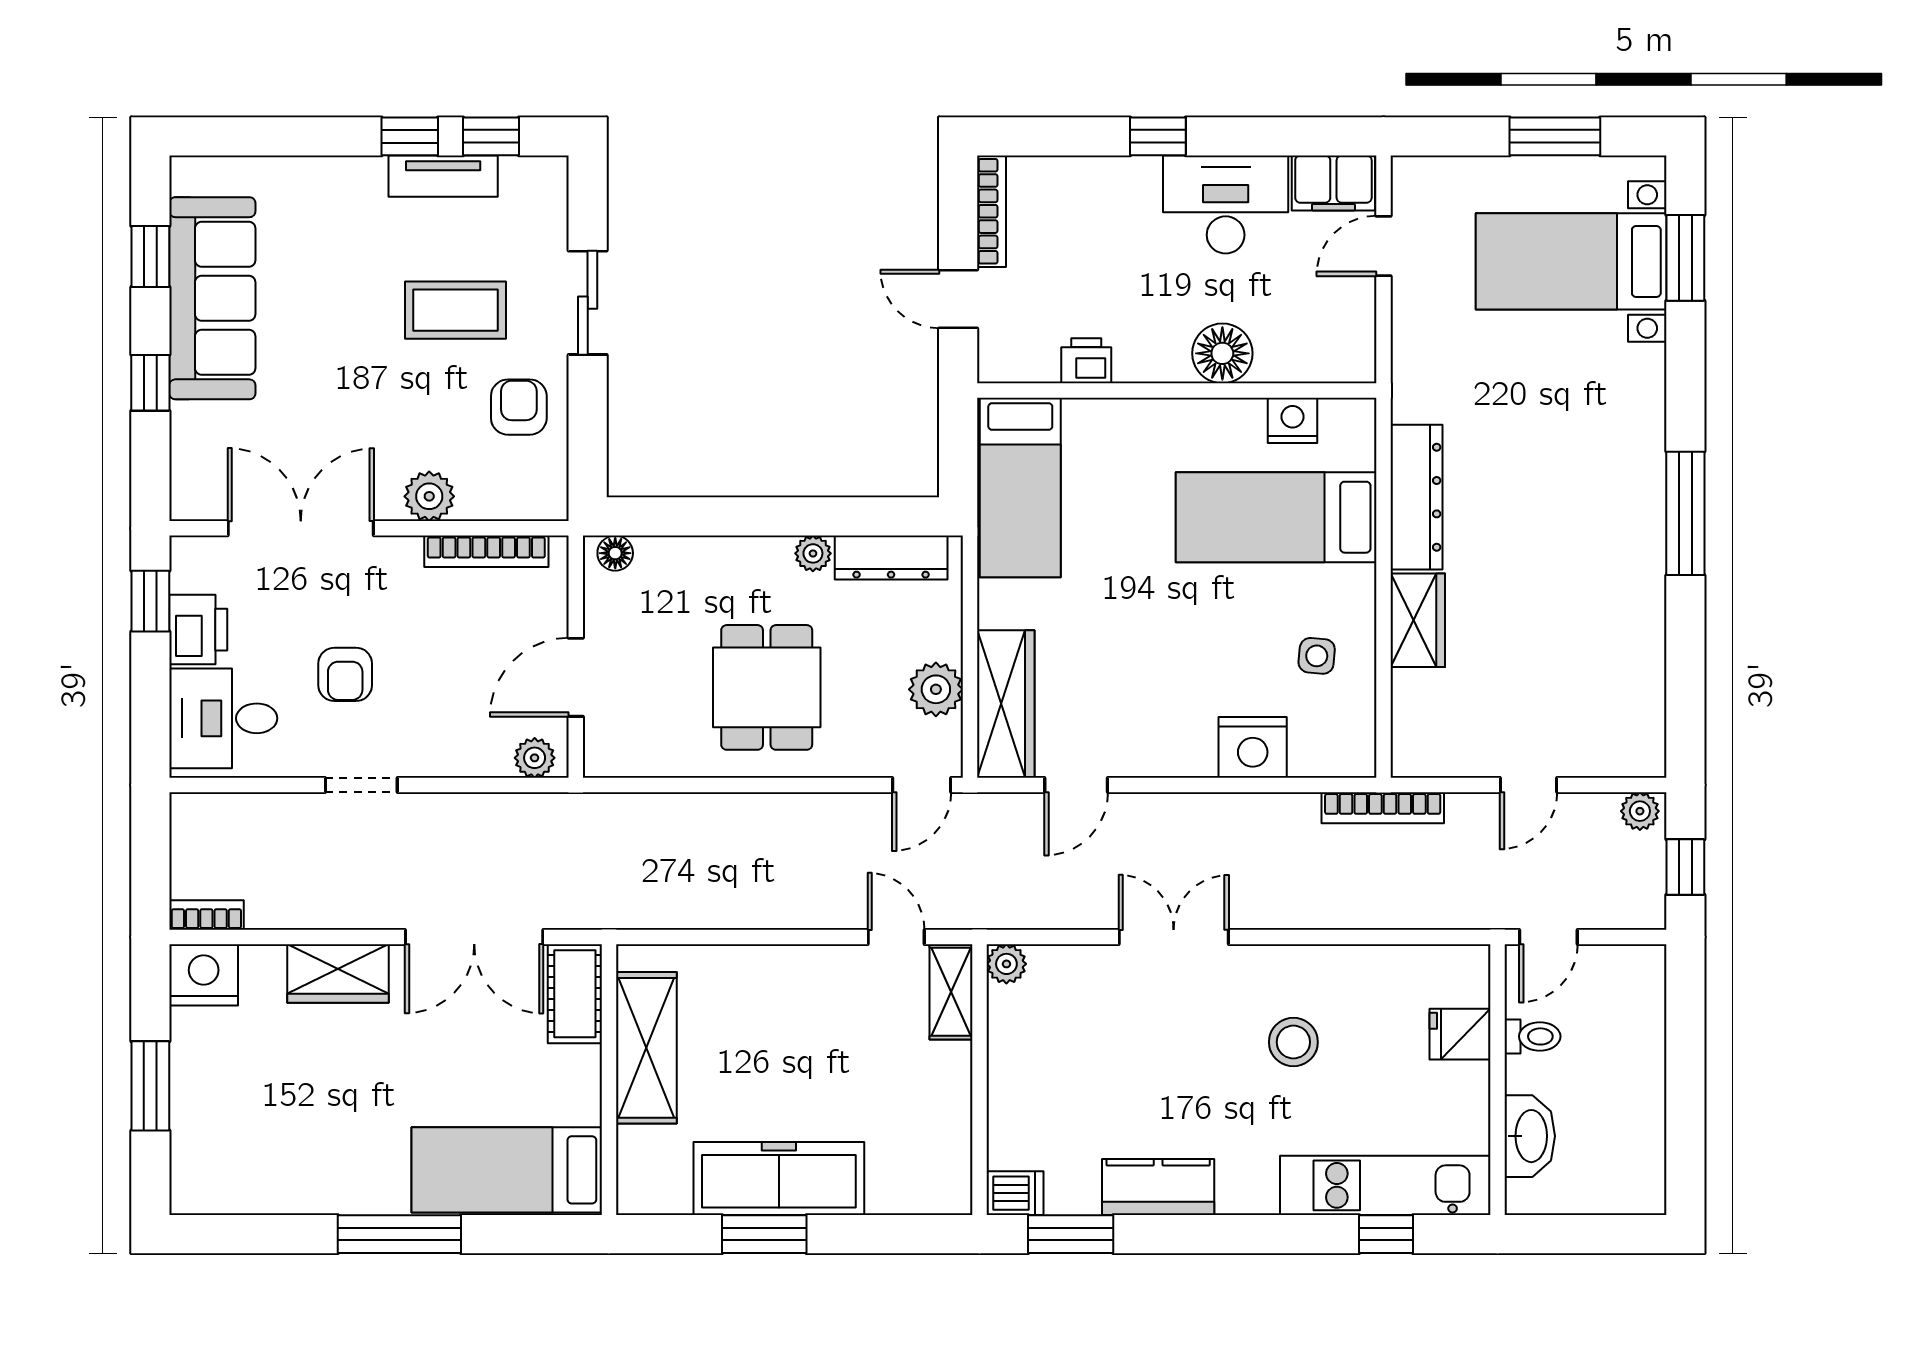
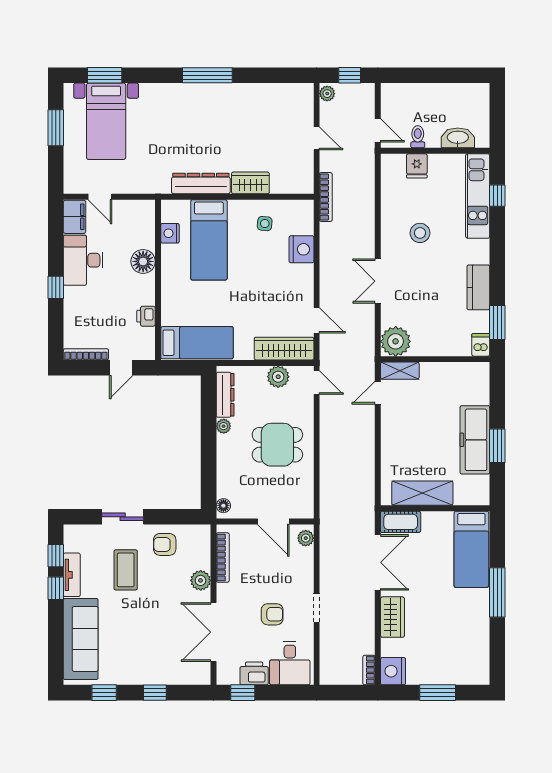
sofa: (212, 298) -> (81, 639), moved, turned 90
plant: (1006, 964) -> (396, 341), width x1.88, depth x1.88

